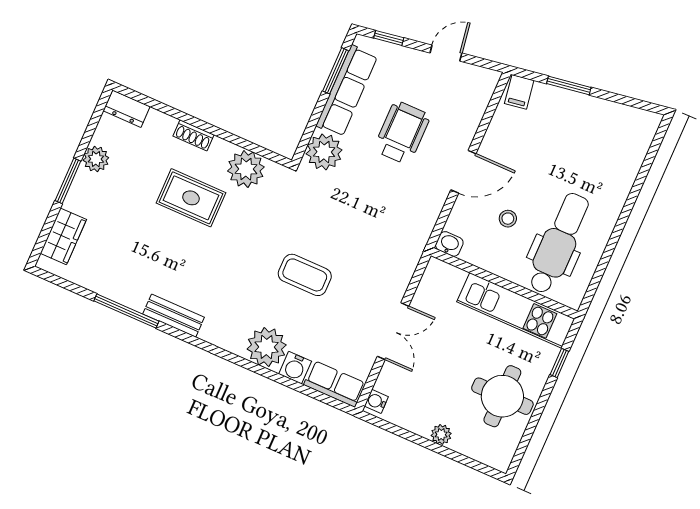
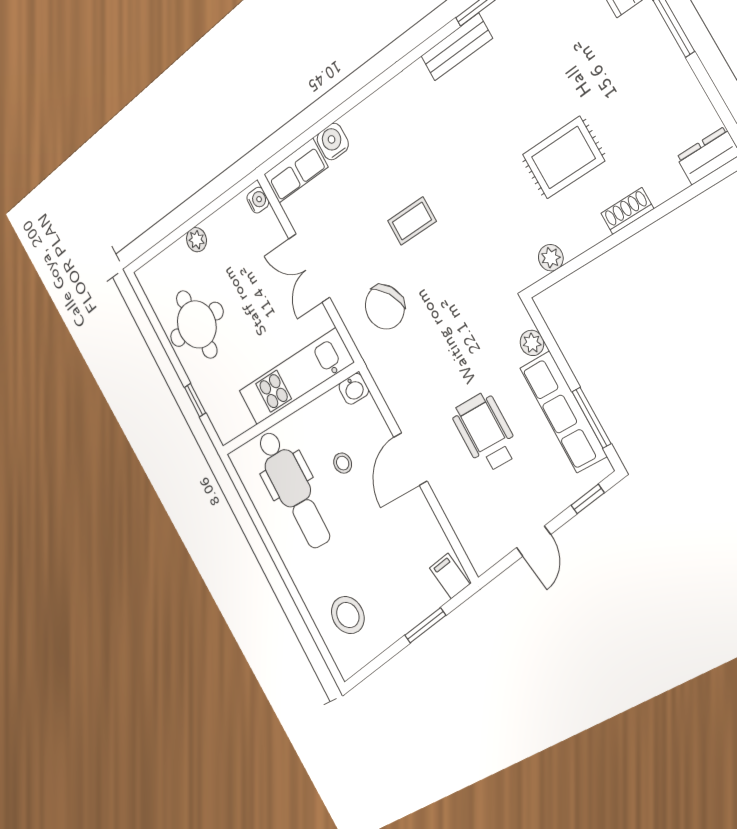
wheelchair: (402, 133) -> (485, 432), turned 180
stool: (613, 144) -> (348, 615), added
plant: (324, 152) -> (532, 343), width x0.53, depth x0.53
plant: (96, 159) -> (676, 78), removed
plant: (246, 169) -> (551, 258), width x0.53, depth x0.53
chair: (376, 257) -> (385, 307), added
coffee table: (305, 275) -> (412, 221), width x0.73, depth x0.77
kitchen unit: (516, 310) -> (296, 377), moved
plant: (267, 347) -> (368, 127), removed

